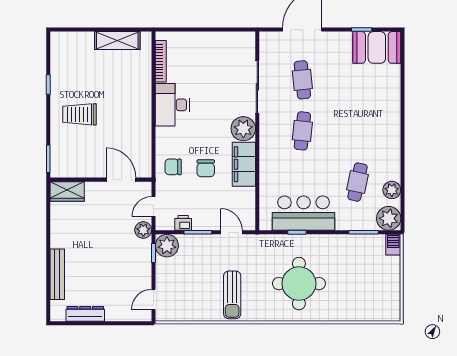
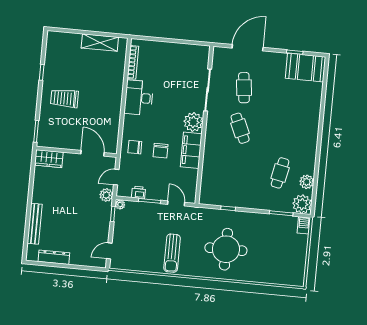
cafe table: (302, 131) -> (240, 128), turned -30
bar counter: (304, 213) -> (235, 194), removed
plant: (167, 246) -> (120, 205), width x0.53, depth x0.53

